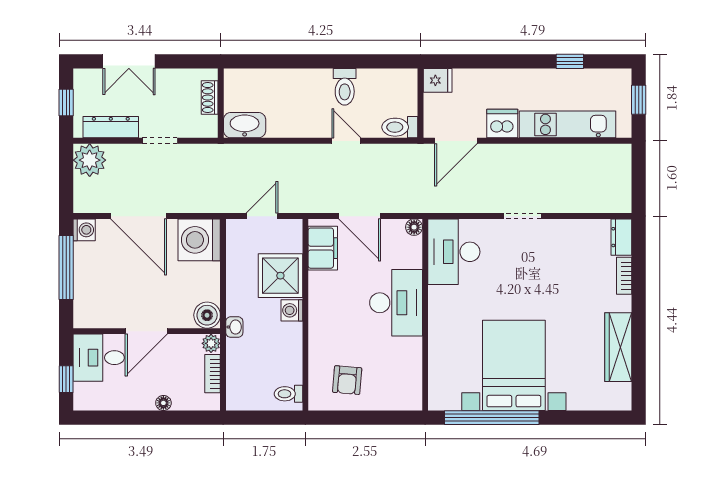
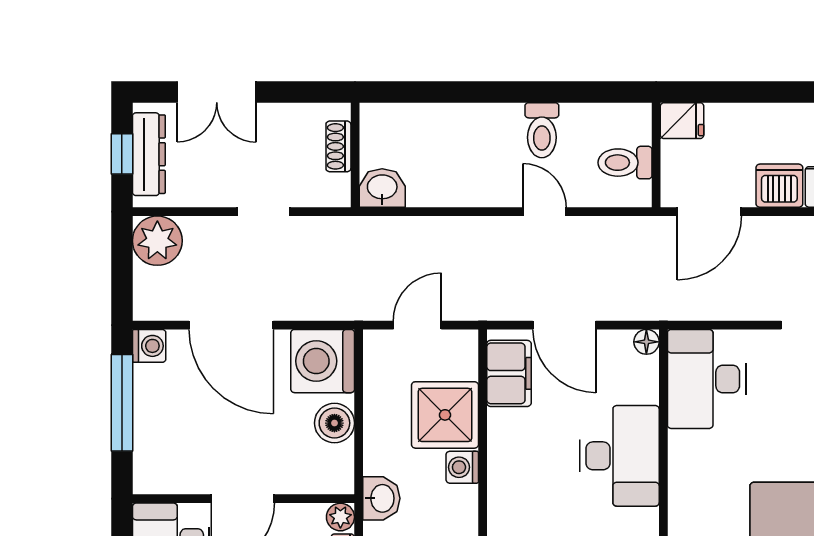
washbasin: (245, 125) -> (382, 188), width x0.72
dresser: (111, 127) -> (149, 154), moved, turned 90
toilet: (400, 127) -> (625, 163), moved
boiler: (207, 315) -> (334, 423), moved
washbasin: (234, 327) -> (381, 498), width x1.38, depth x1.45

